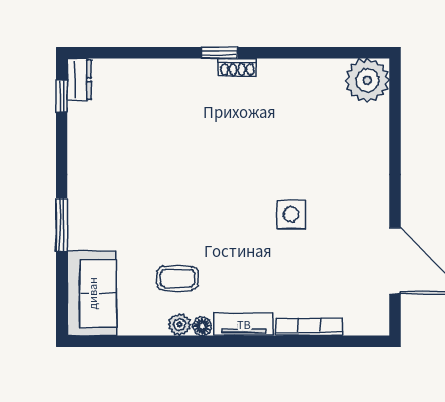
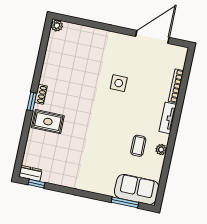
plant: (367, 80) -> (57, 26), width x0.53, depth x0.53
rug: (187, 93) -> (48, 122), added
window: (62, 225) -> (125, 202), moved
floor lamp: (202, 326) -> (164, 139), removed

